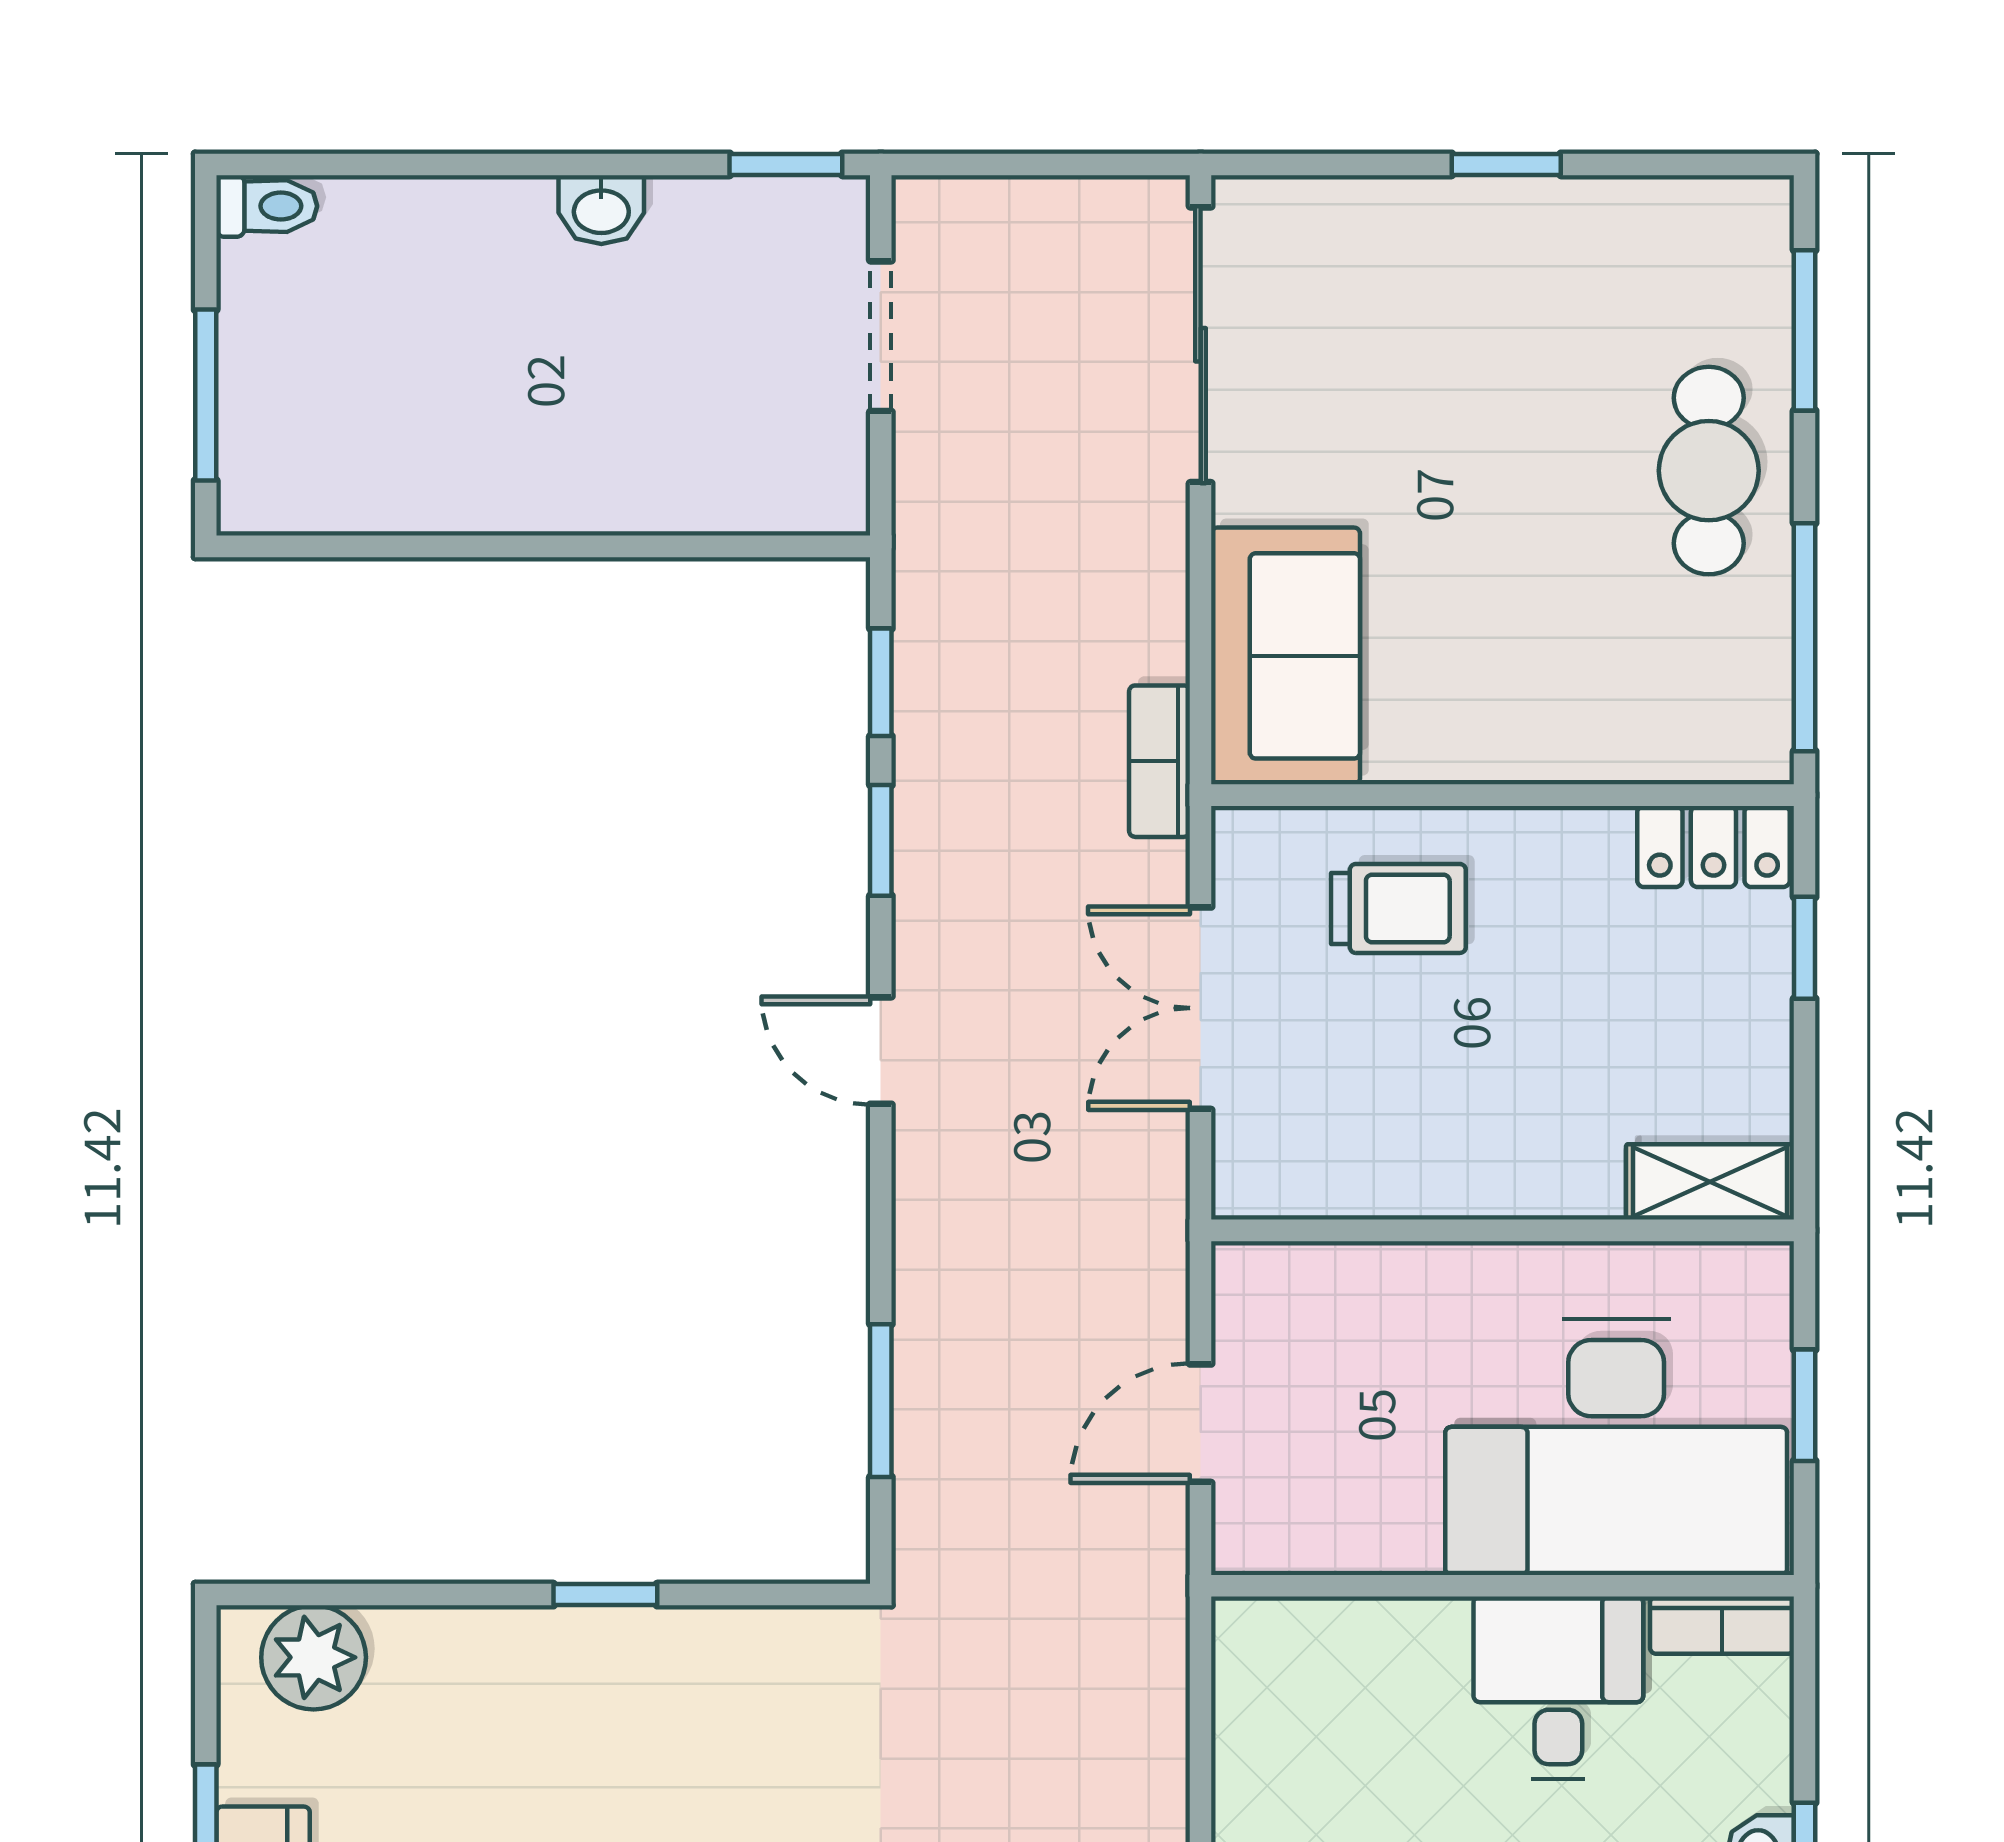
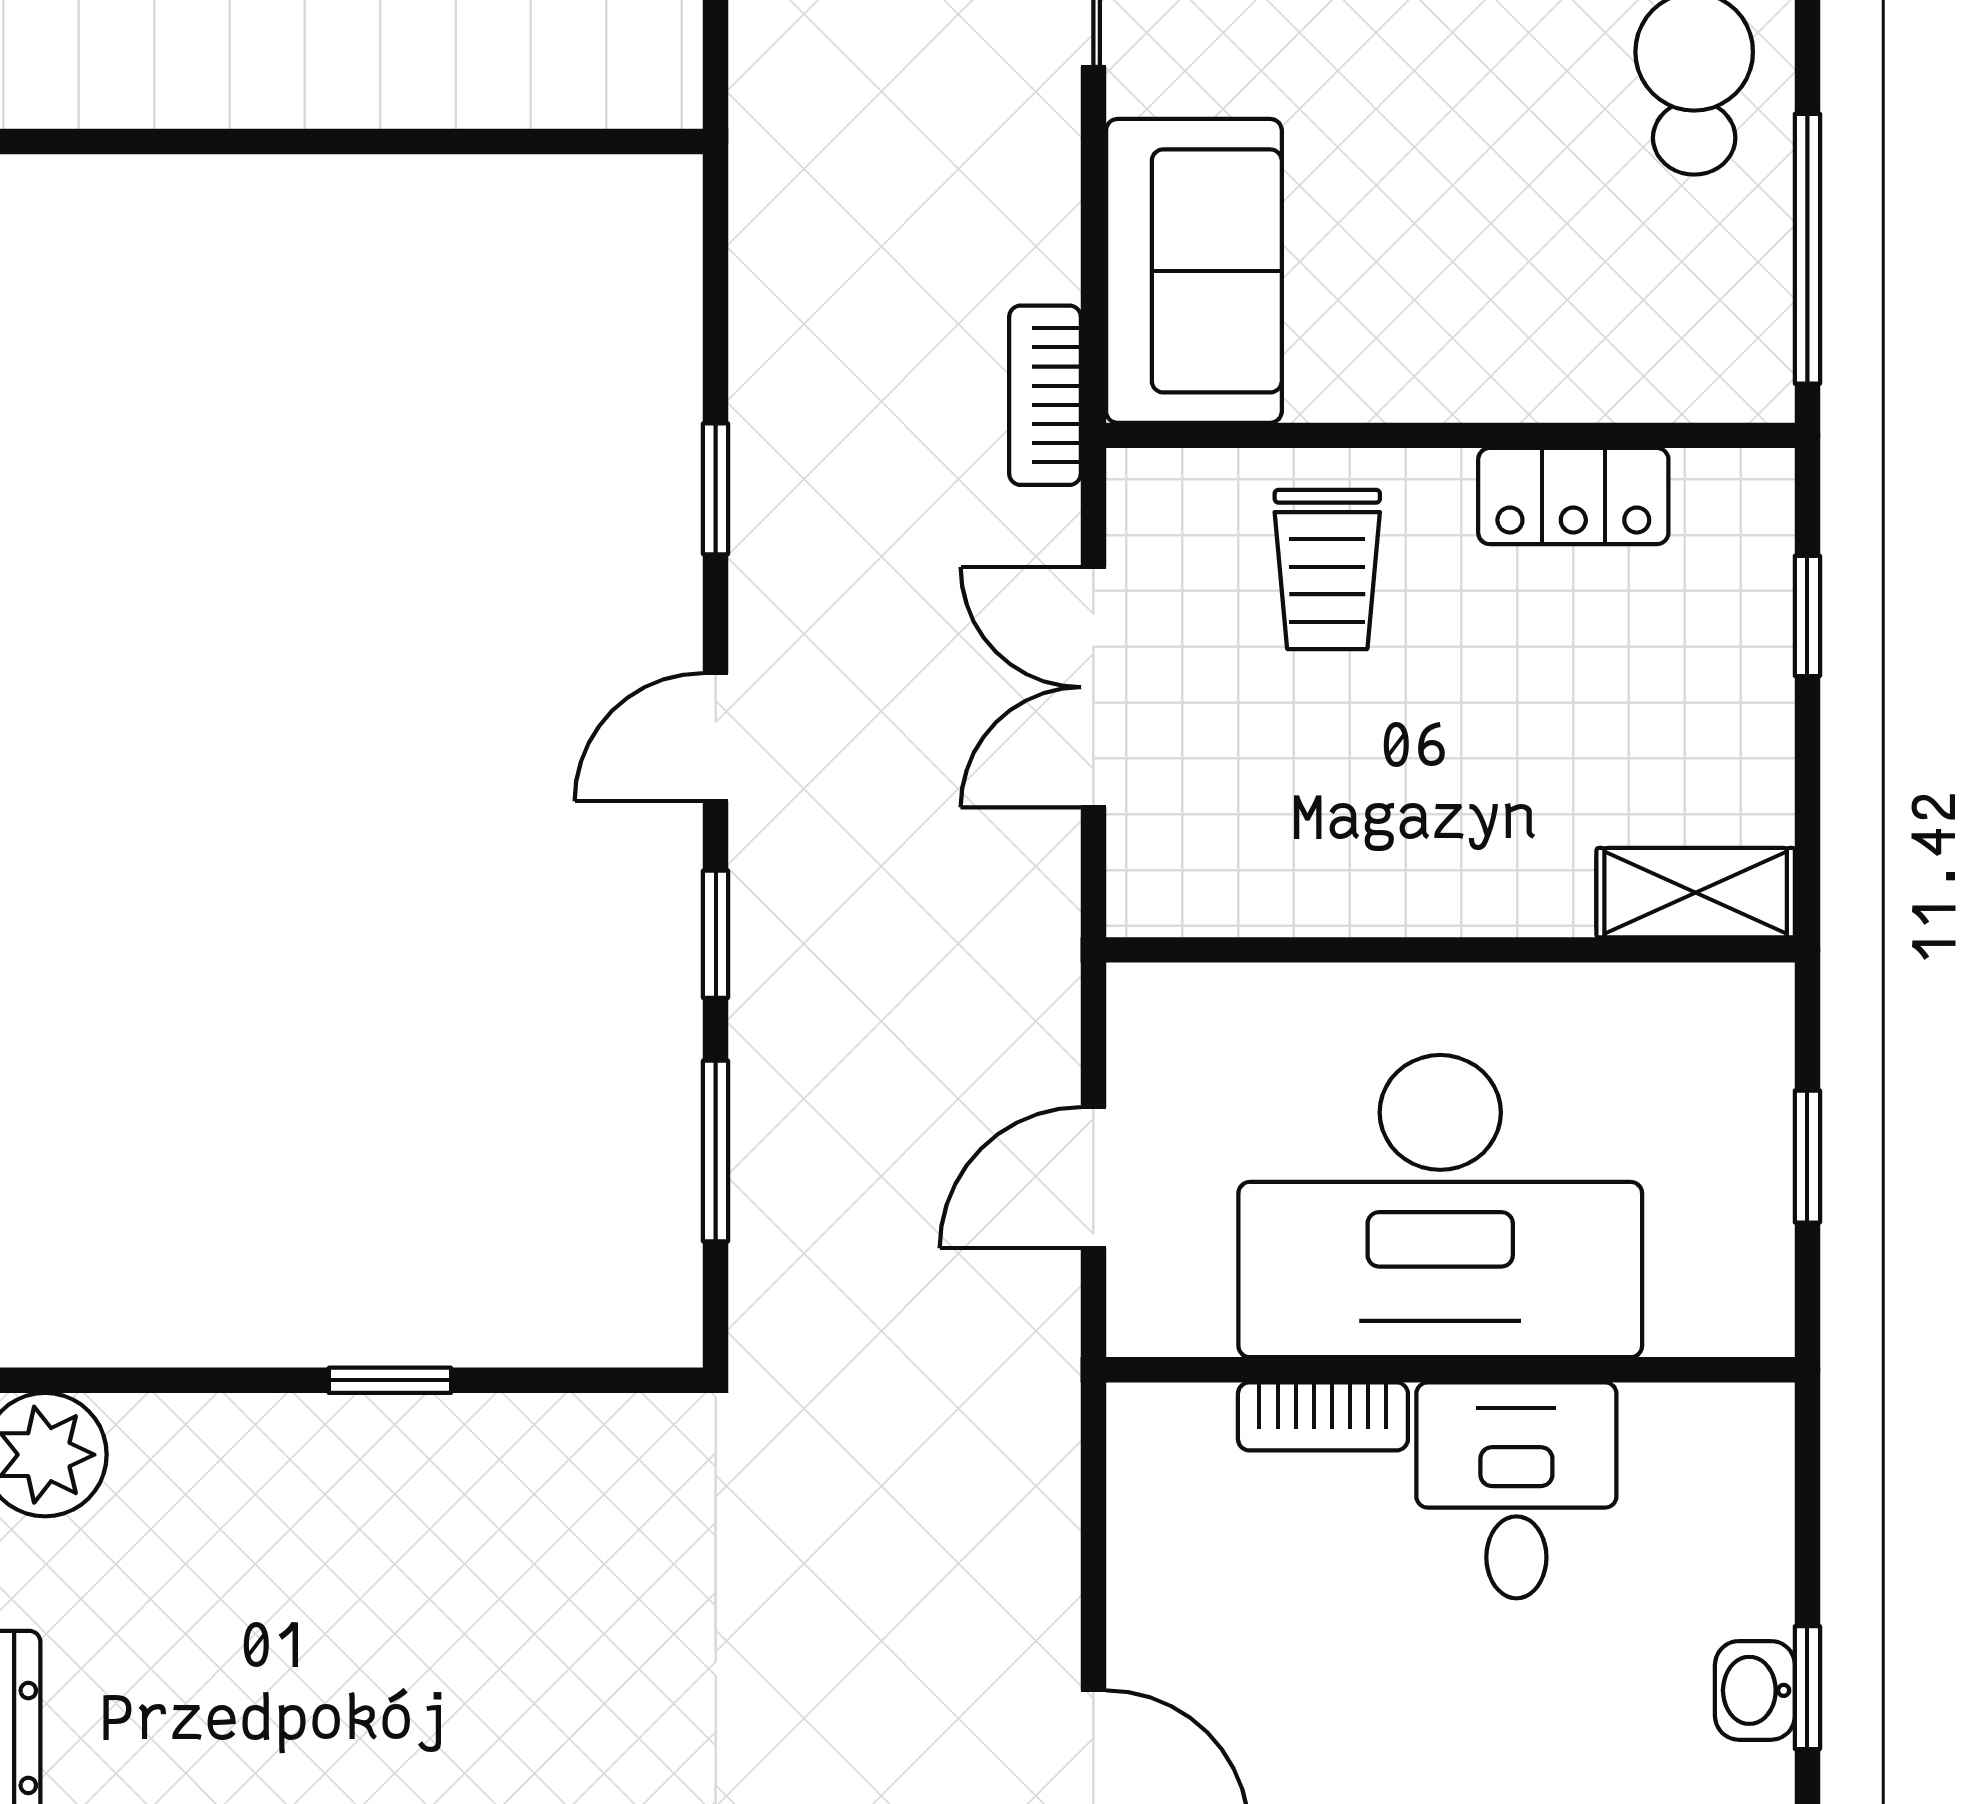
window: (881, 682) -> (716, 934), moved
locker: (1713, 846) -> (1573, 496), moved
trolley: (1398, 908) -> (1327, 569), turned 90
door: (881, 1051) -> (716, 737), hinge flipped
desk: (1616, 1447) -> (1440, 1206), moved
bookcase: (1722, 1625) -> (1323, 1416), moved

